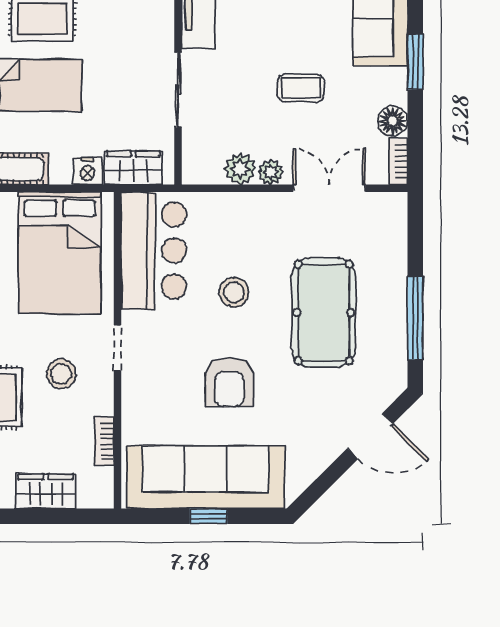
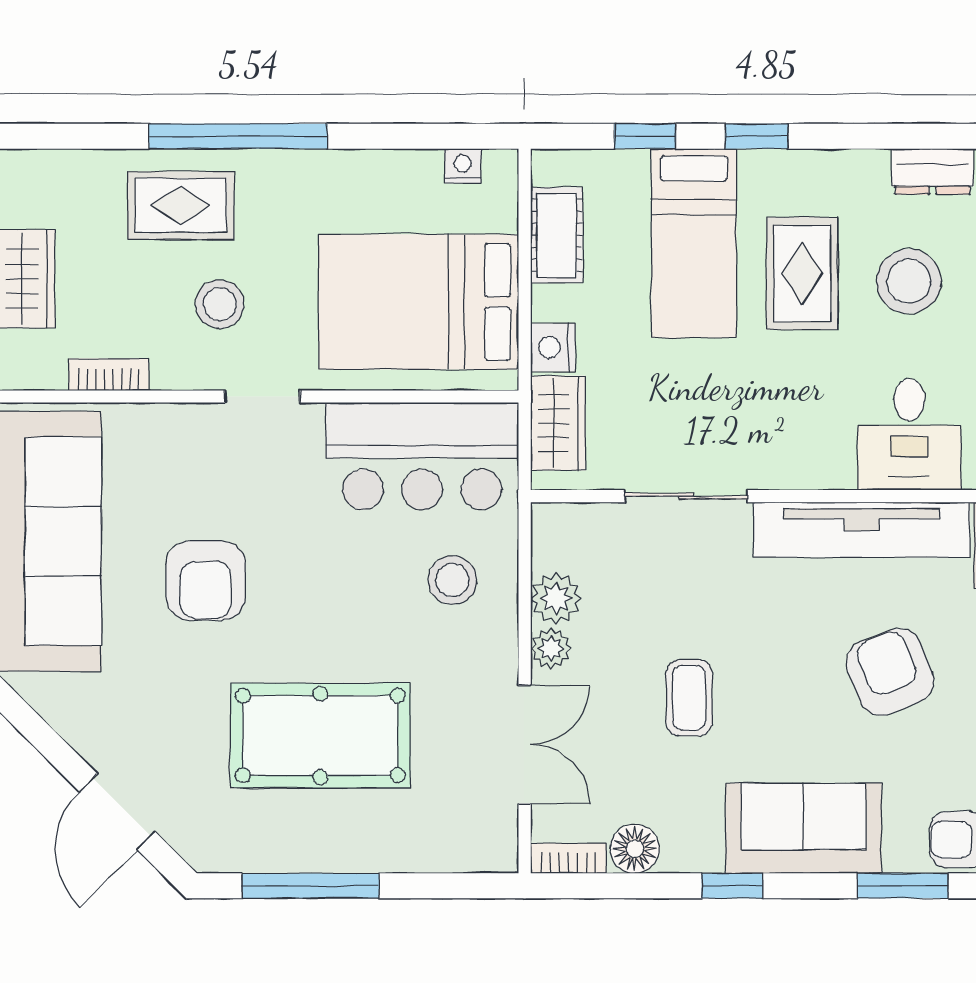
window: (415, 62) -> (732, 886), width x0.67
stool: (234, 292) -> (452, 580), moved
armchair: (229, 382) -> (206, 580), turned -90

